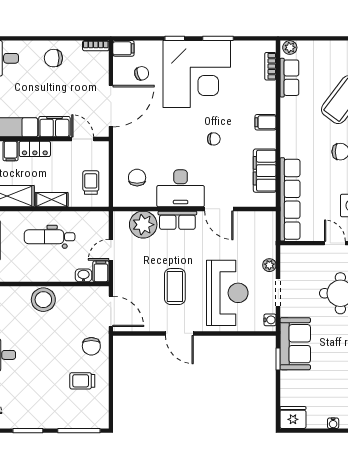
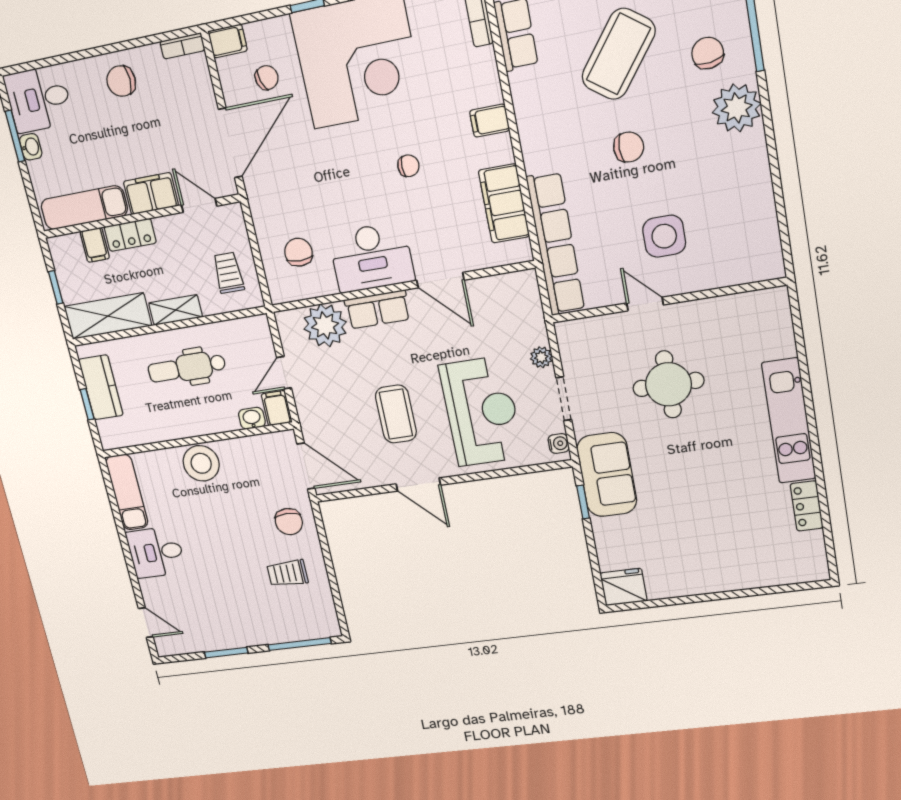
water cooler: (333, 423) -> (691, 588), removed

